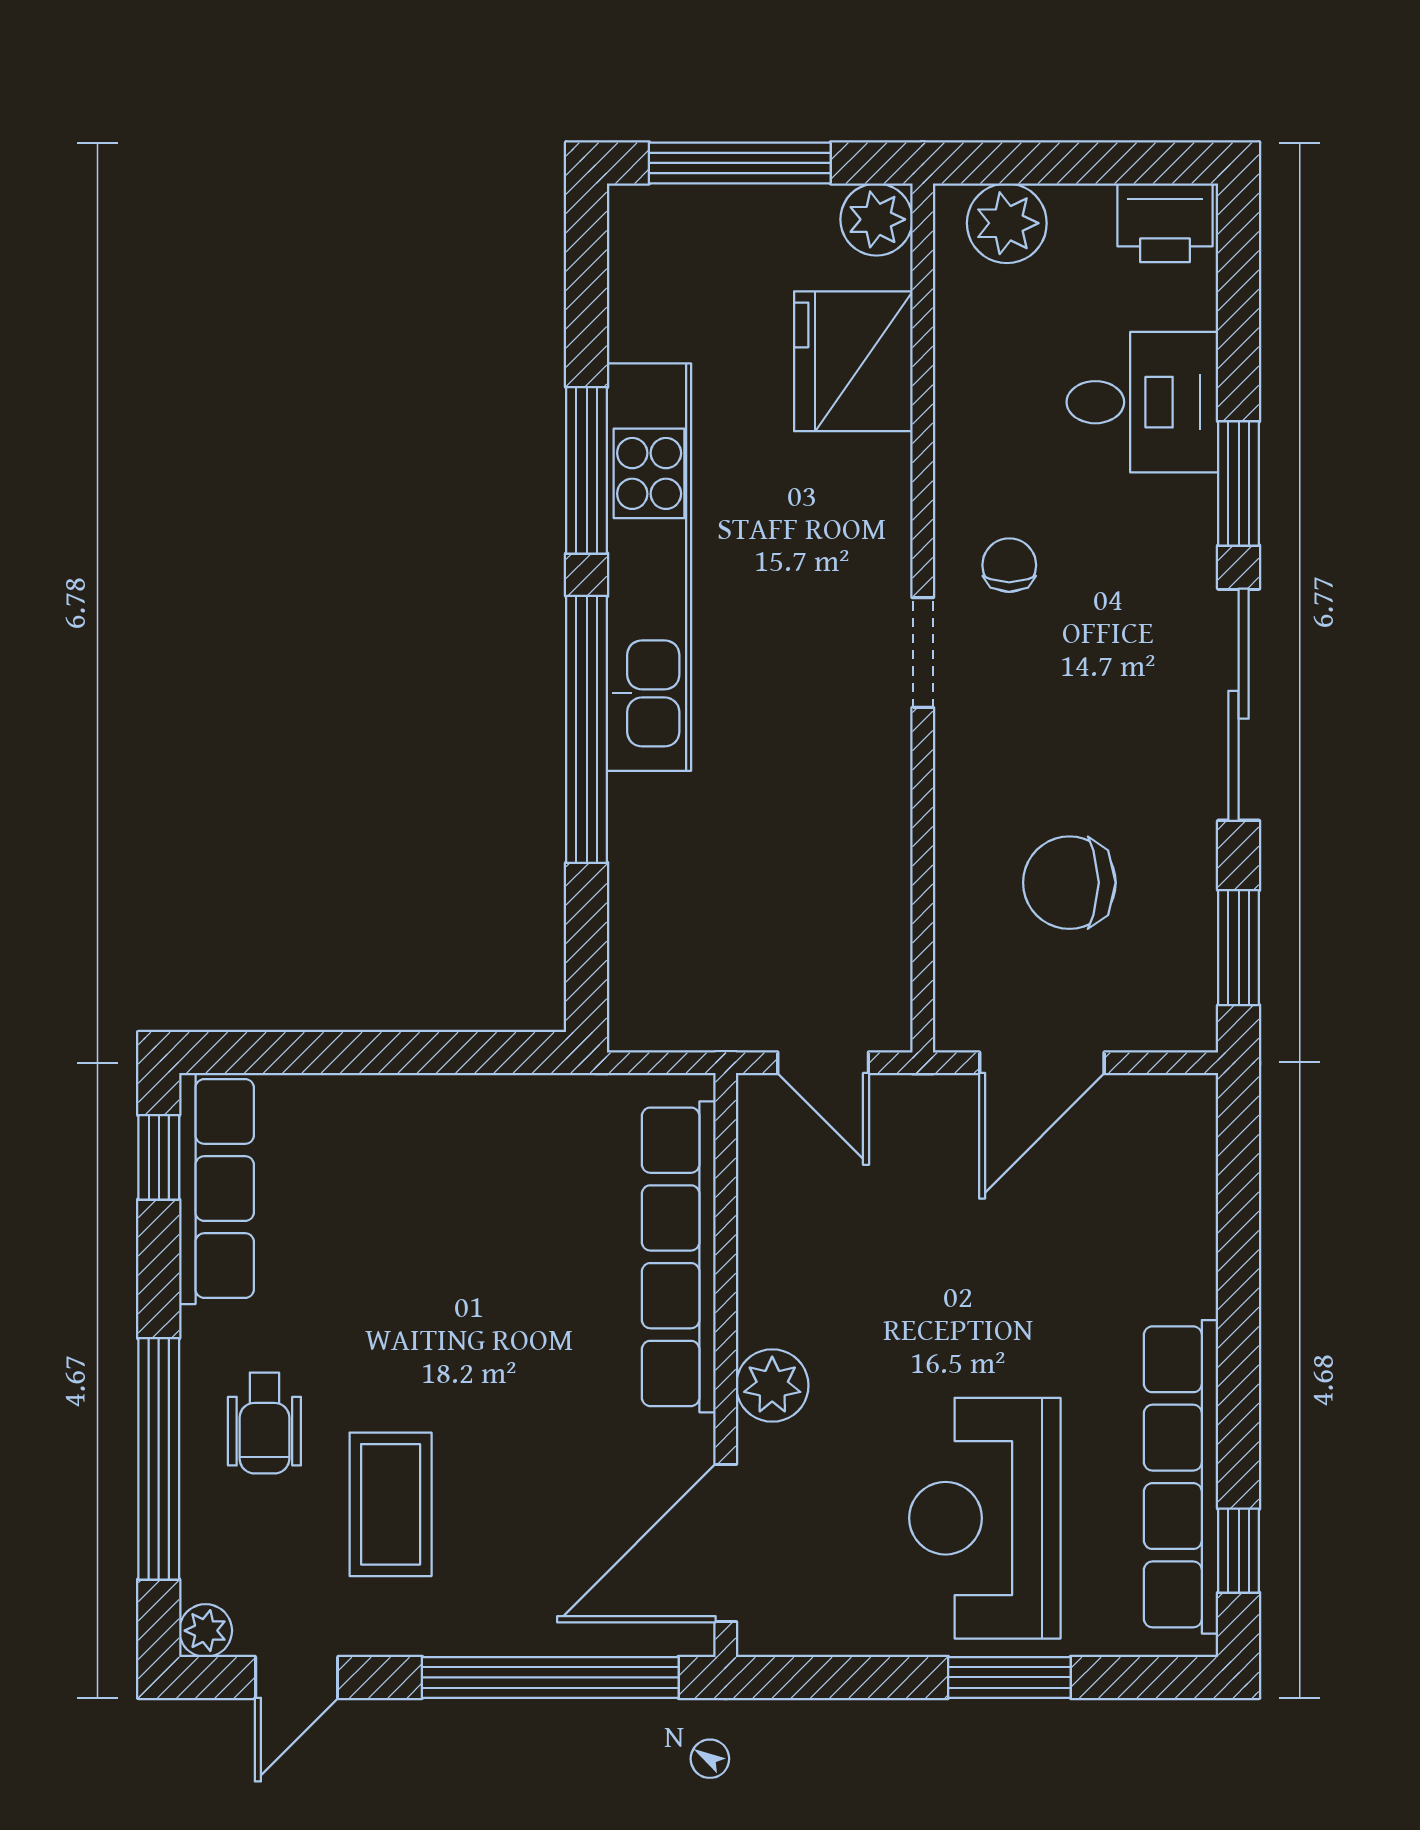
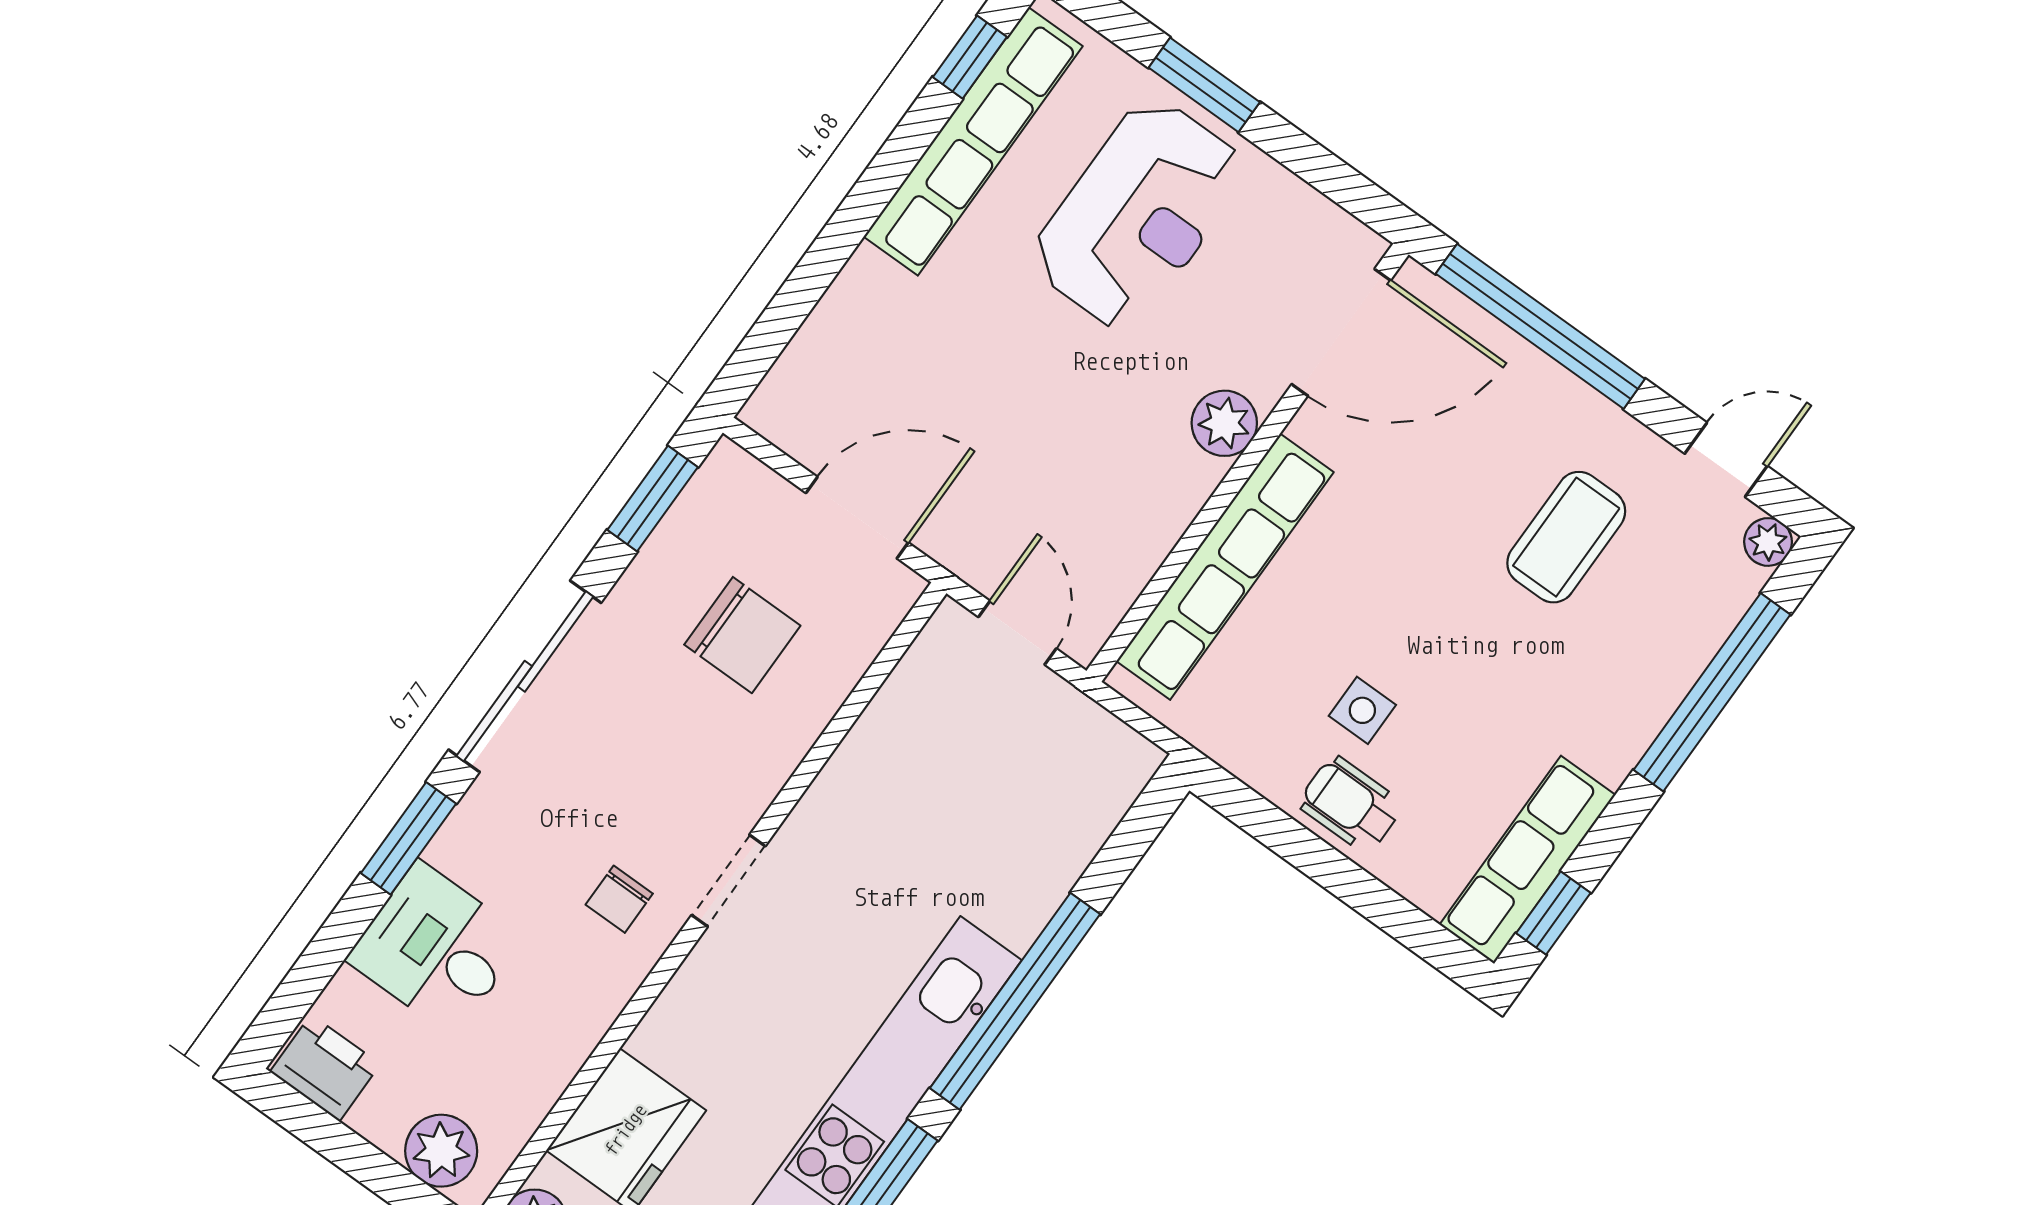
side table: (462, 1216) -> (1362, 710), added
wheelchair: (264, 1423) -> (1351, 804), moved, turned -90

